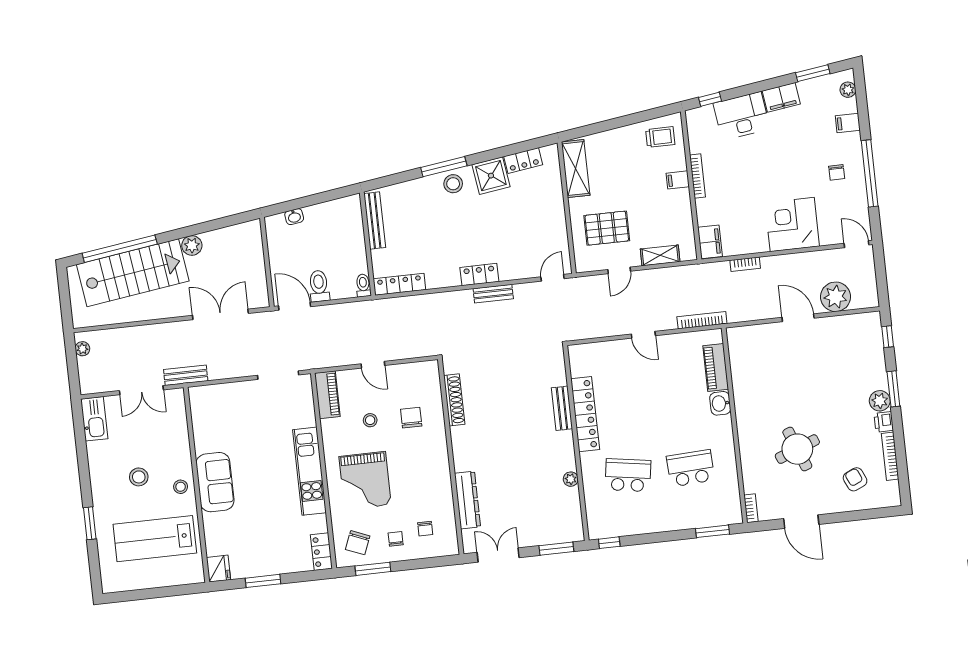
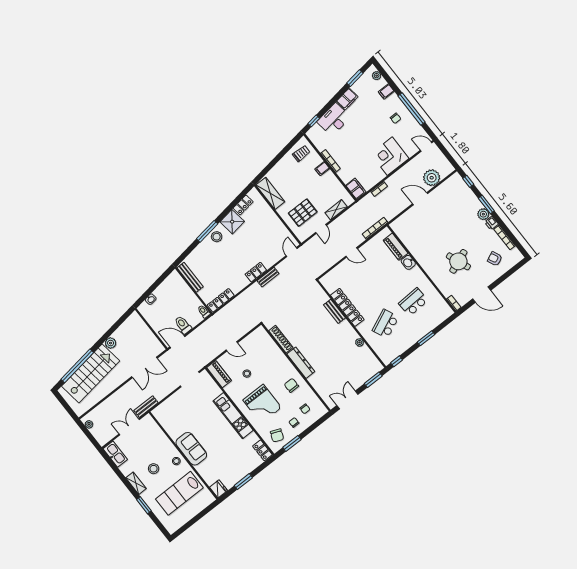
double door: (220, 314) -> (144, 367), swing flipped
double door: (141, 390) -> (129, 427), swing flipped
chair: (411, 418) -> (291, 385), moved
school desk: (628, 475) -> (386, 324), turned -33
shelving: (99, 482) -> (136, 483), added
dresser: (467, 500) -> (301, 363), moved
window: (713, 531) -> (426, 338), moved

